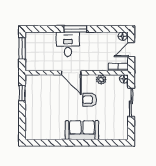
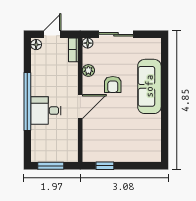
window: (75, 29) -> (27, 101), width x2.11
door: (131, 50) -> (52, 34), swing flipped
sofa: (82, 130) -> (149, 86), width x1.36

